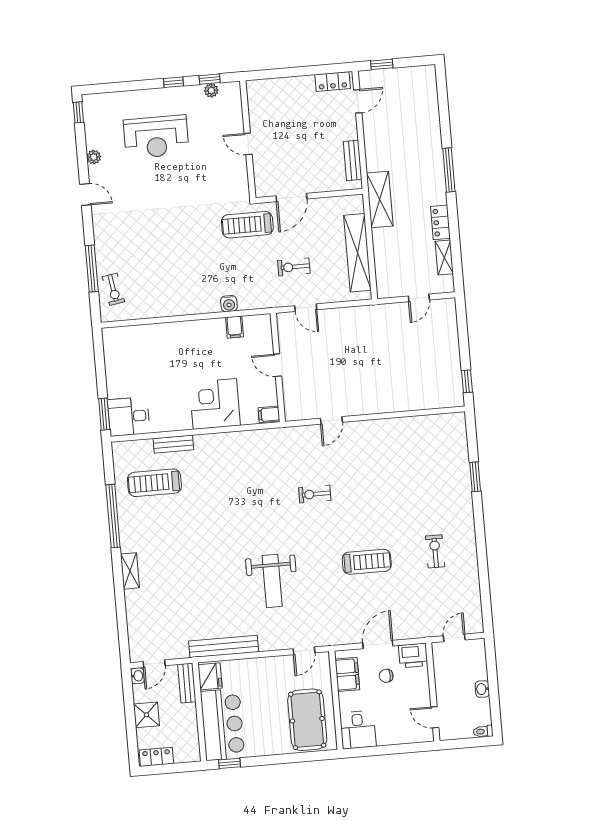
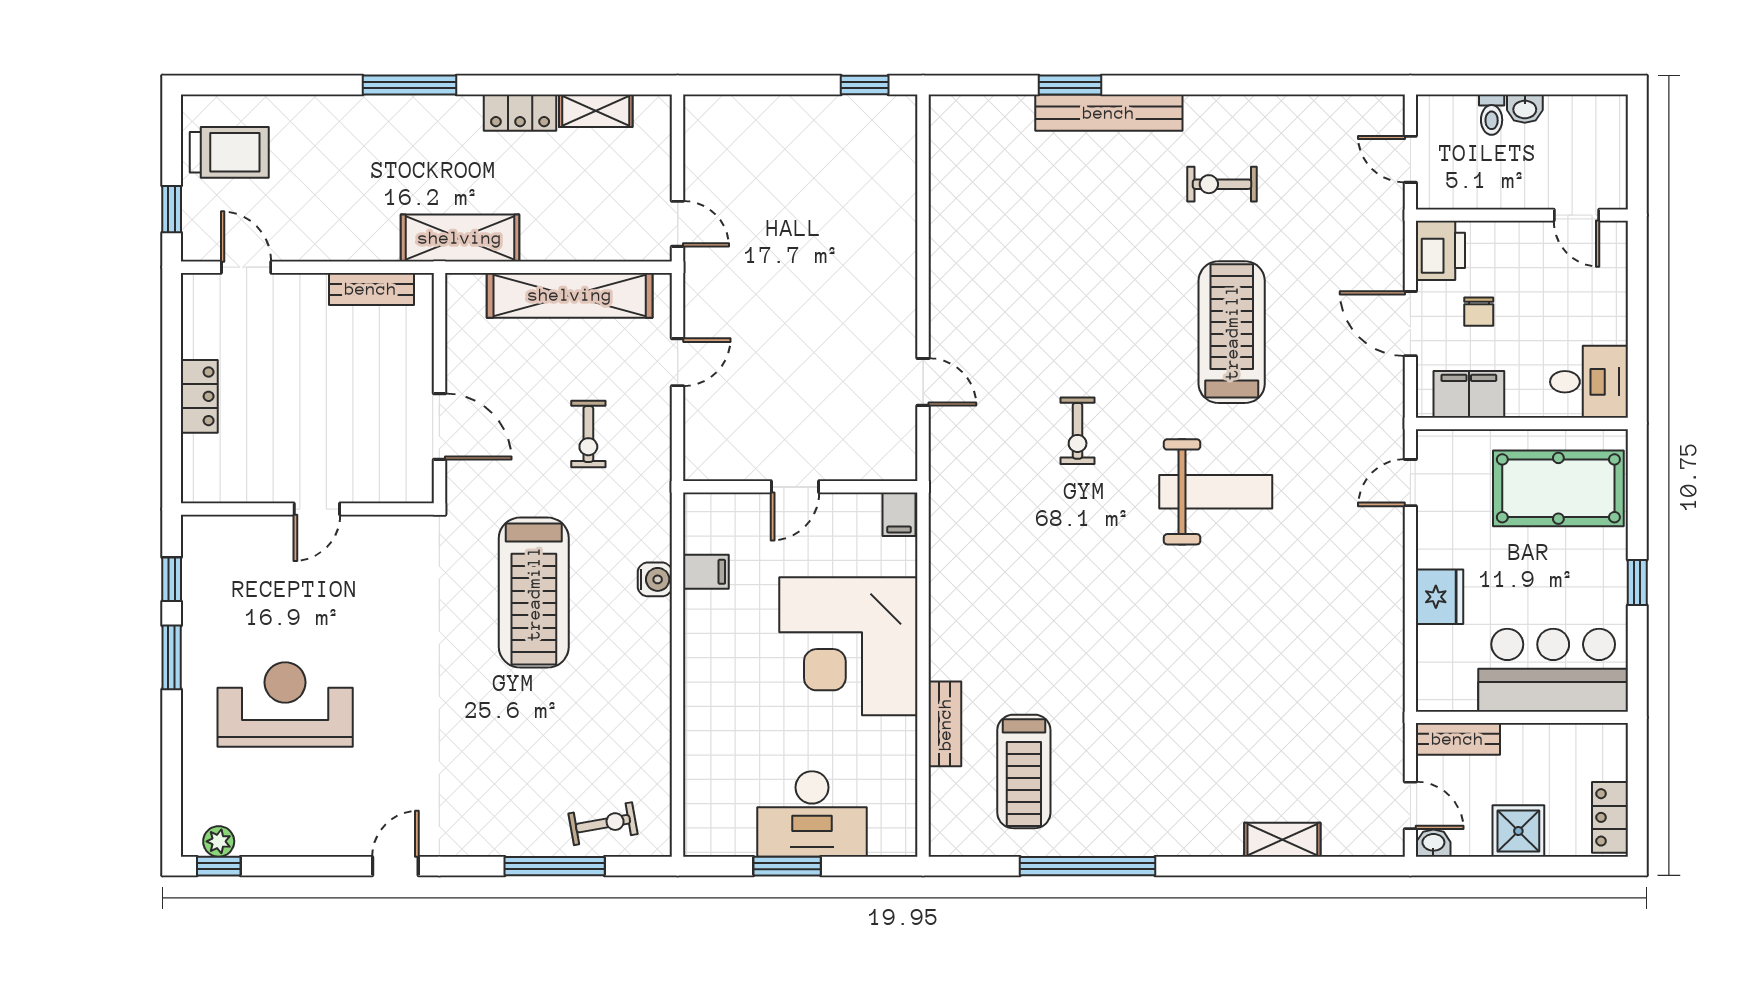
window: (173, 82) -> (172, 657), width x1.50
locker: (333, 82) -> (199, 396), moved
trolley: (410, 89) -> (229, 152), added
plant: (211, 90) -> (196, 578), removed
reception desk: (156, 137) -> (285, 705), turned -90
plant: (94, 157) -> (219, 841), moved
treadmill: (247, 225) -> (534, 593), moved, width x1.37, depth x1.38
door: (419, 298) -> (678, 224), moved
door: (306, 308) -> (678, 362), moved
corner desk: (215, 404) -> (848, 646), width x1.36, depth x1.36
window: (104, 414) -> (787, 866), moved
desk: (129, 417) -> (812, 814), moved, width x1.37
treadmill: (367, 562) -> (1232, 332), width x1.37, depth x1.38
shelving: (130, 571) -> (1282, 840), moved
weight bench: (272, 581) -> (1216, 492), moved
bench: (224, 646) -> (1109, 113), moved, turned 90
door: (304, 651) -> (1410, 483), swing flipped
fridge: (210, 676) -> (1440, 597), moved, turned 90
door: (435, 717) -> (1576, 215), hinge flipped
toilet: (483, 731) -> (1492, 115), moved
window: (229, 763) -> (1637, 583), moved

